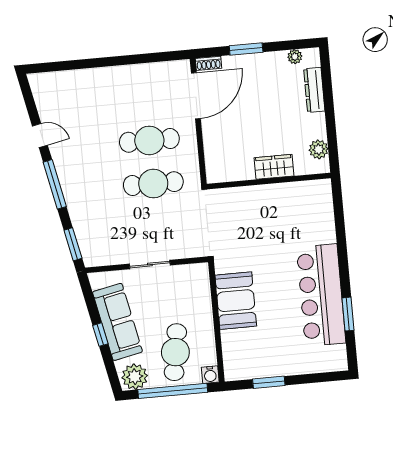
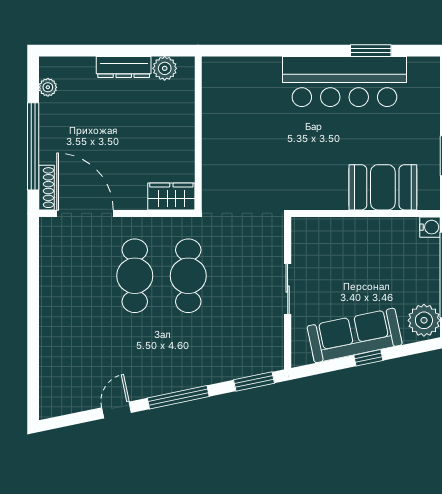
window: (246, 49) -> (33, 146), width x2.11
shoe rack: (208, 63) -> (46, 188), width x1.43
dresser: (314, 90) -> (124, 67), moved
wardrobe: (274, 167) -> (171, 196), moved, turned 90
booth: (236, 301) -> (383, 187), moved
cafe table: (175, 352) -> (398, 267), removed

